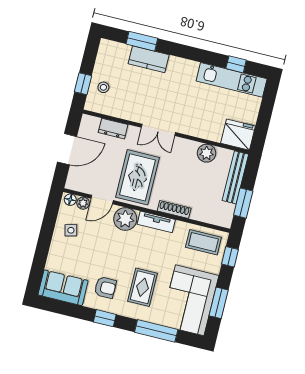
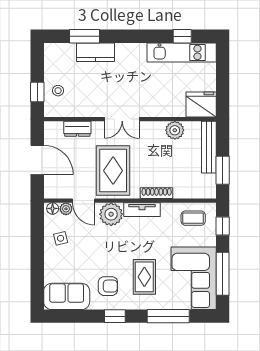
door: (67, 149) -> (37, 160), hinge flipped
door: (102, 199) -> (84, 201), hinge flipped
coffee table: (203, 242) -> (193, 218), width x0.73, depth x0.77
window: (219, 303) -> (223, 274), width x1.44

